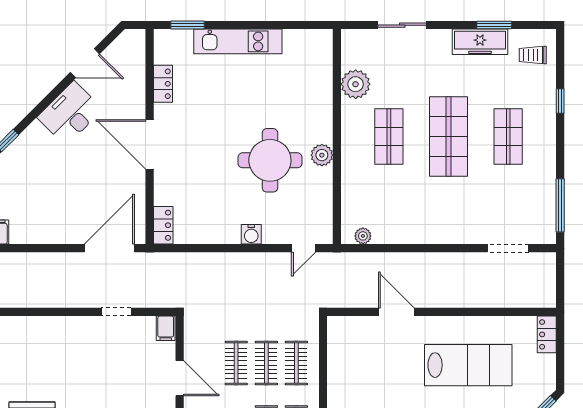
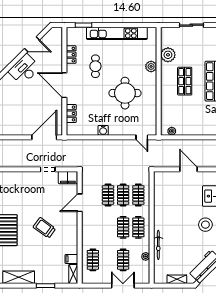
kitchen unit: (238, 41) -> (117, 33), width x1.36
cafe table: (211, 107) -> (95, 66), added
plant: (322, 155) -> (151, 66), moved
locker: (163, 225) -> (71, 113), moved
water cooler: (251, 234) -> (103, 130), moved
door: (303, 248) -> (142, 137), hinge flipped
filing cabinet: (166, 328) -> (68, 178), width x2.00
door: (180, 378) -> (80, 203), swing flipped

